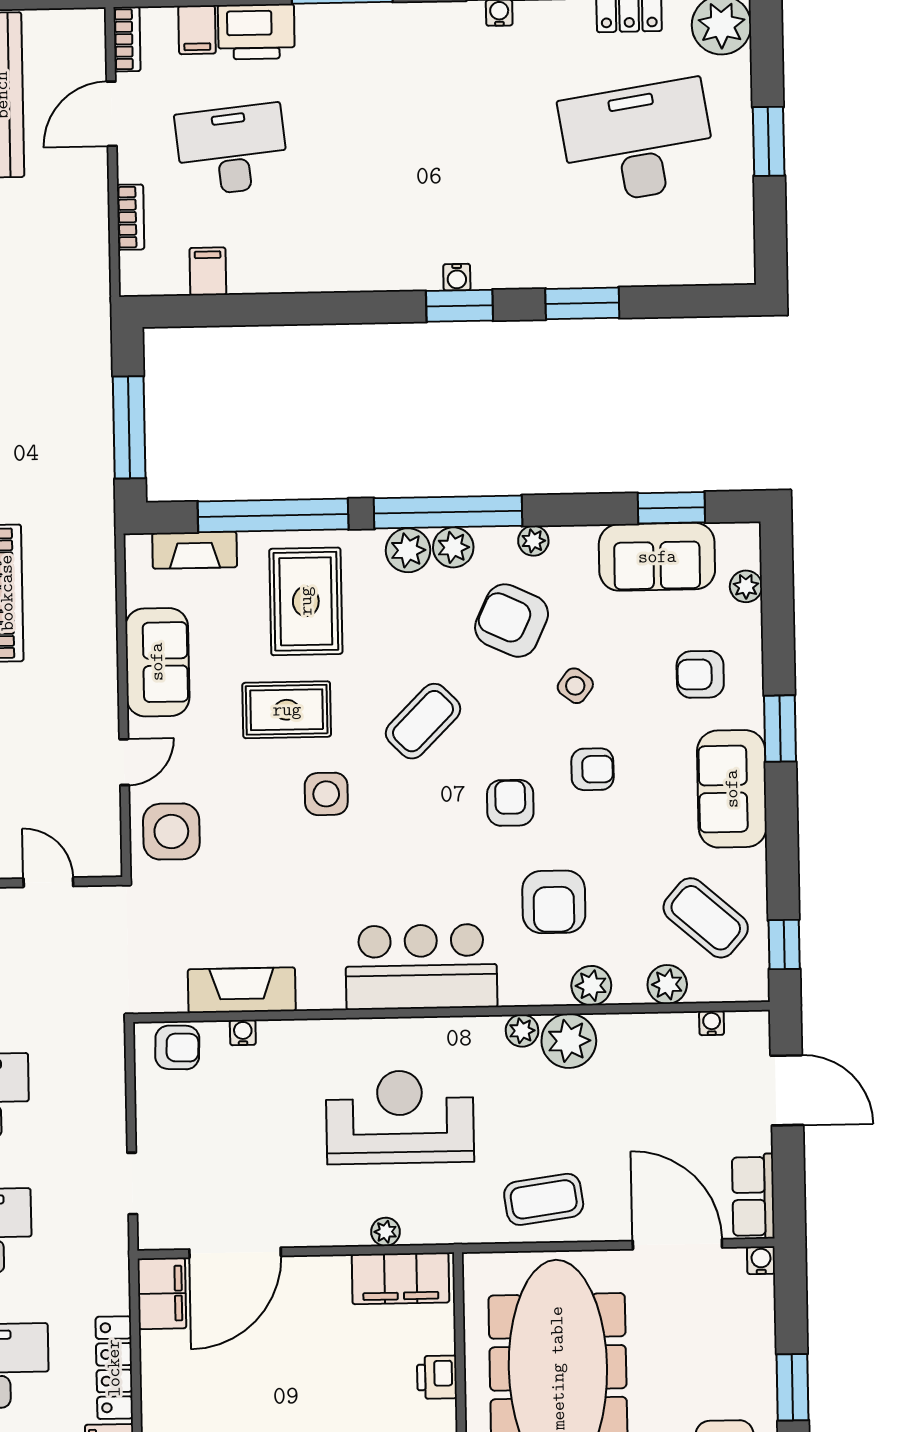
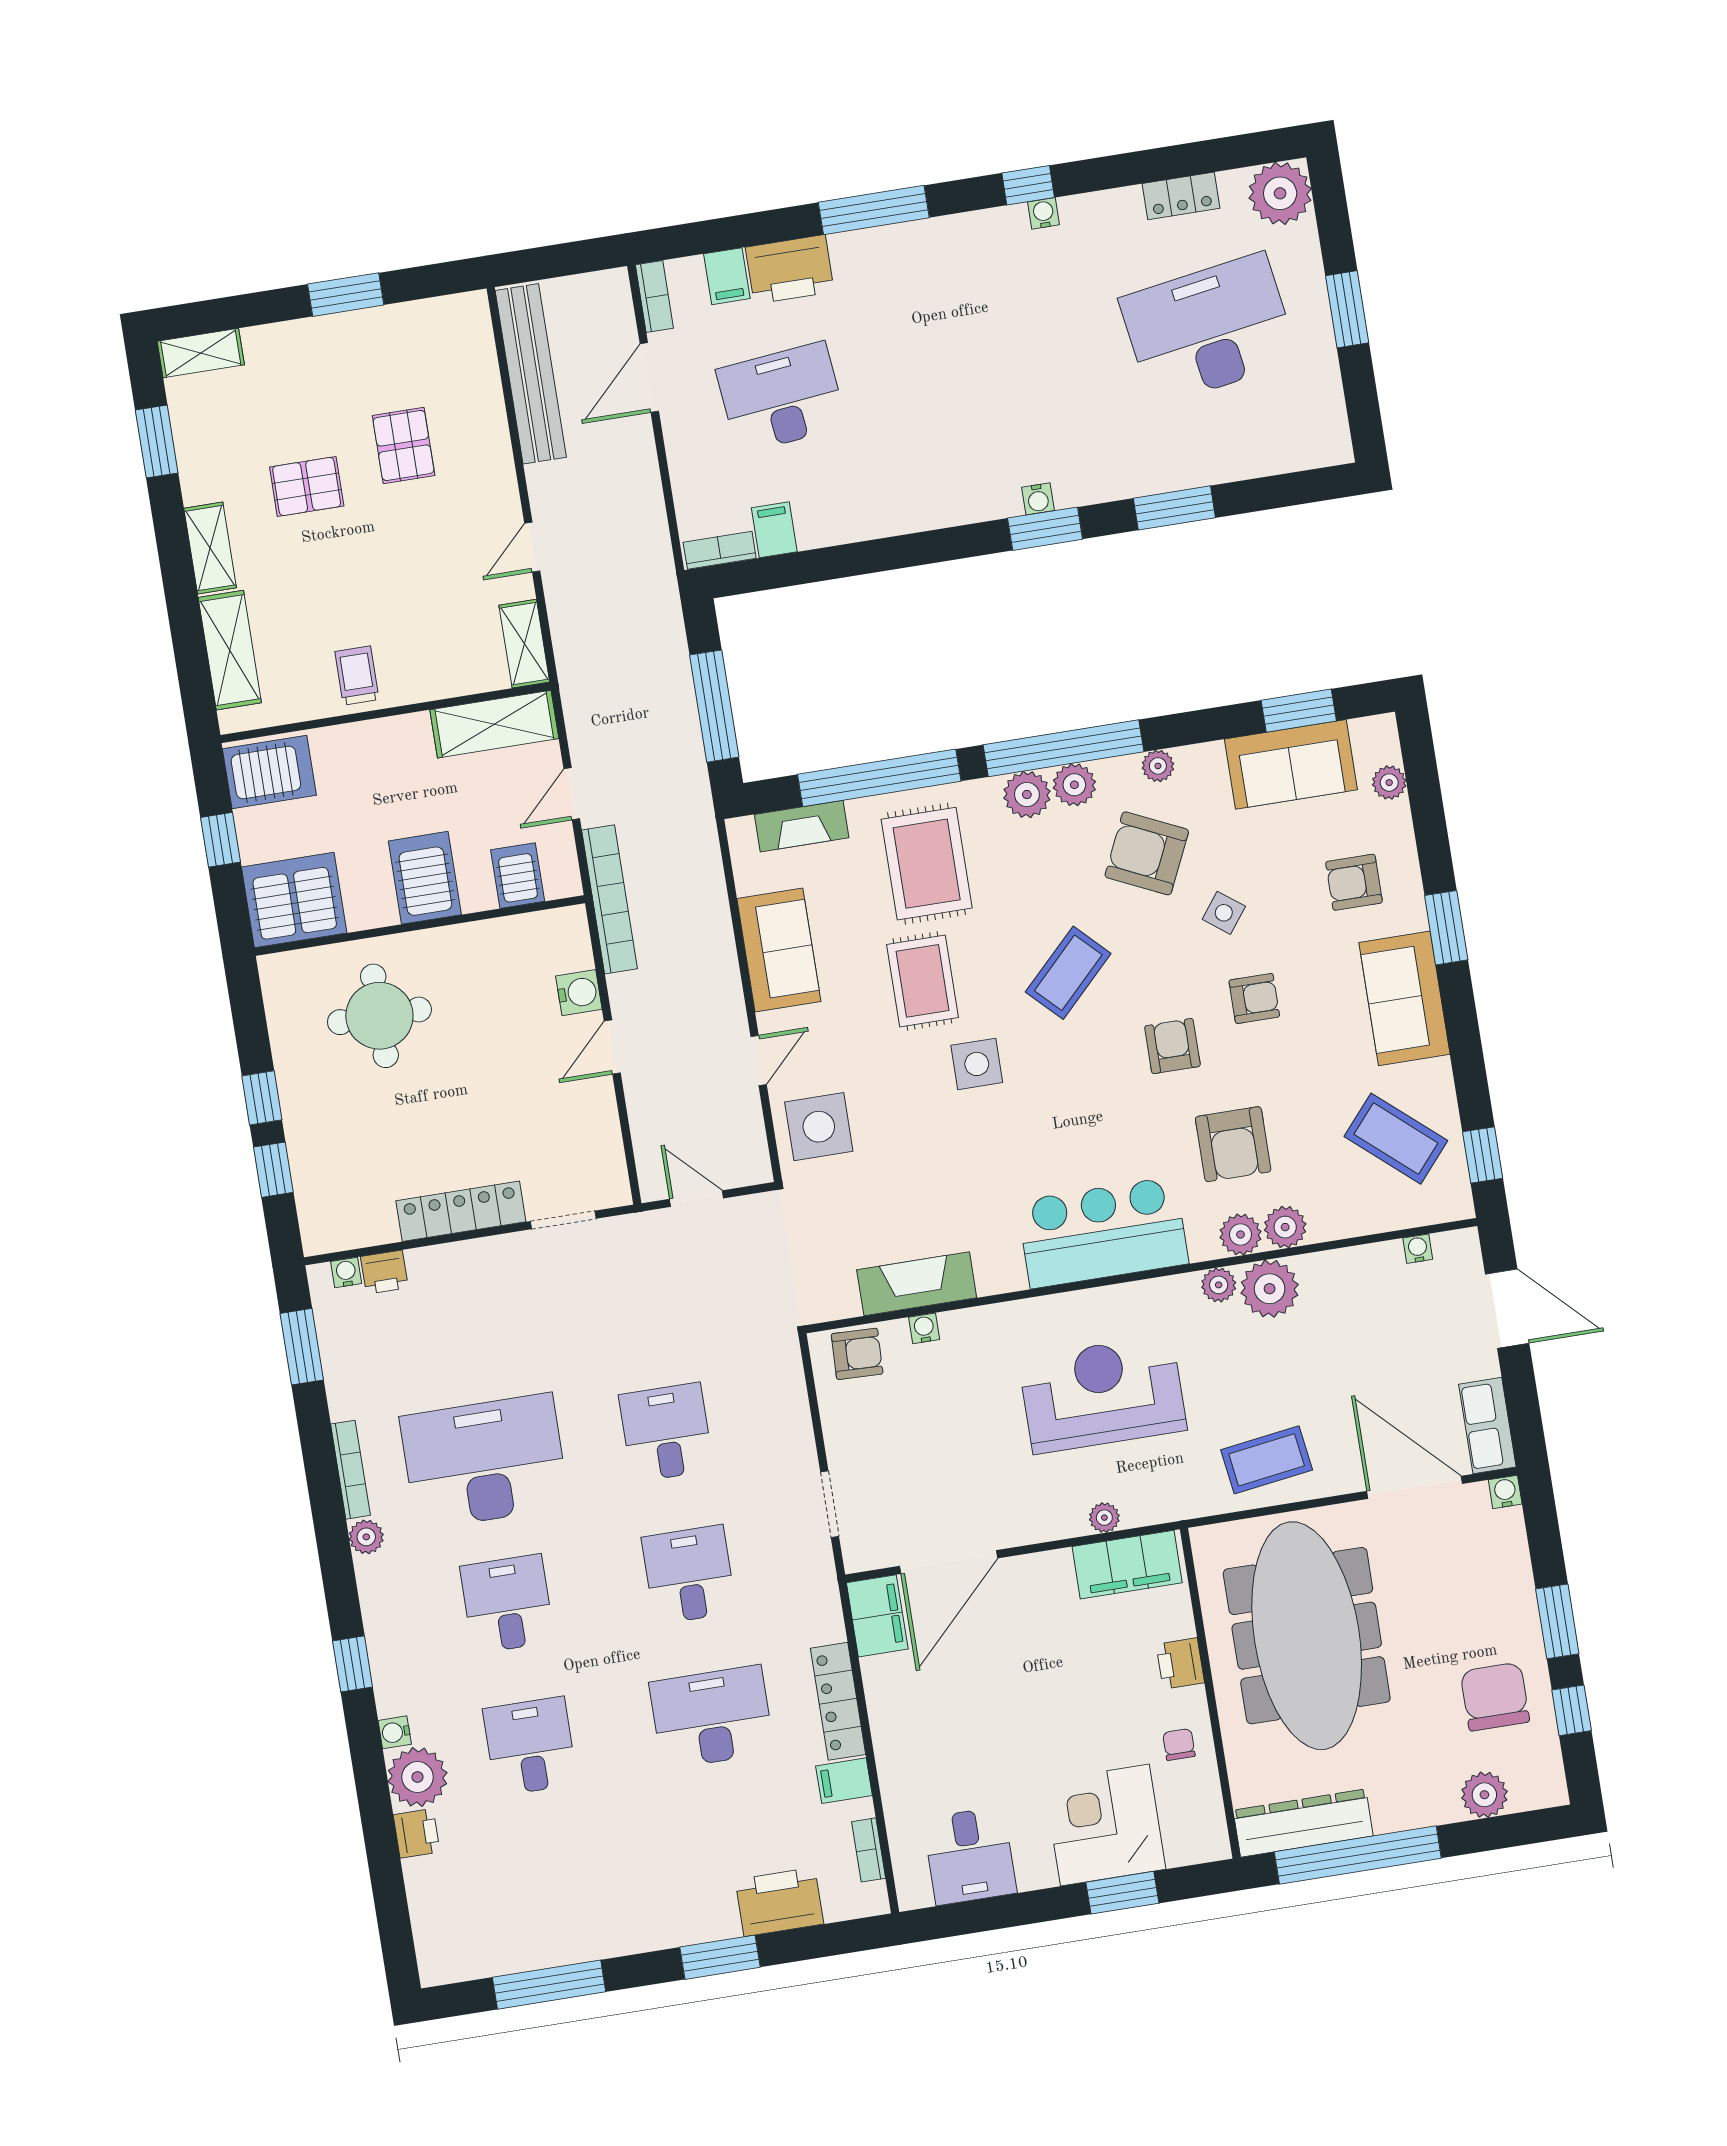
bookcase: (131, 217) -> (720, 550), moved, turned -90
rug: (287, 710) -> (922, 981), turned 90
plant: (667, 984) -> (1240, 1235), moved

